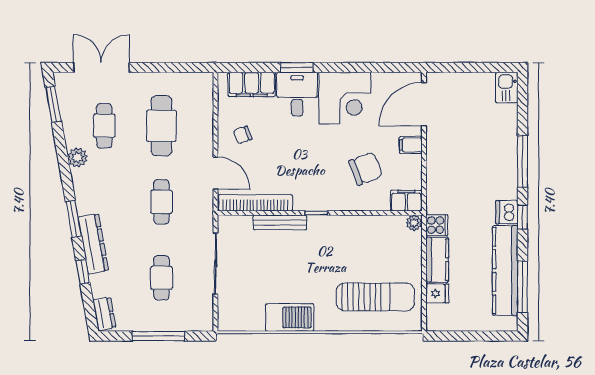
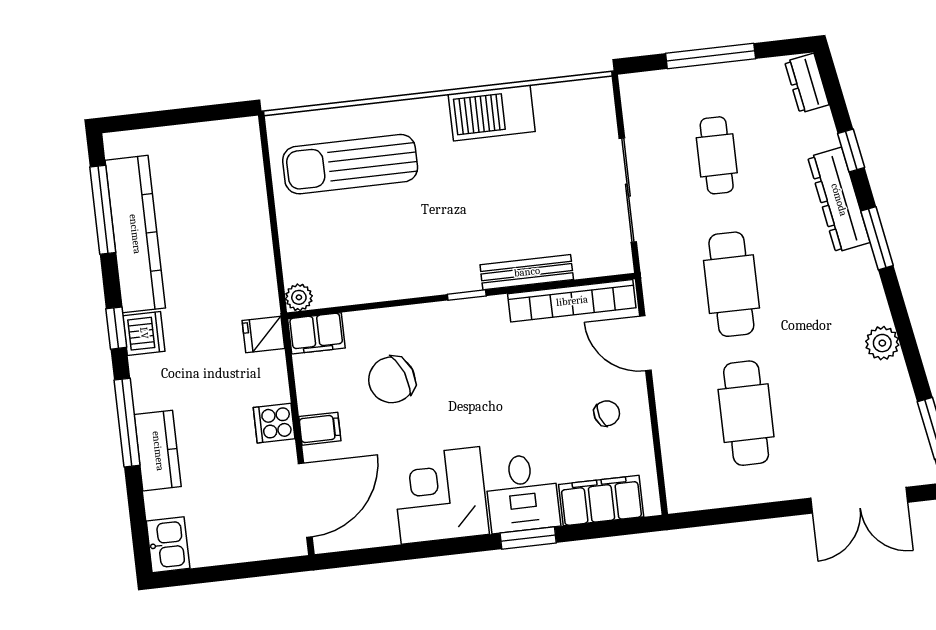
cafe table: (104, 126) -> (843, 402), removed
cafe table: (161, 202) -> (731, 284), width x1.37, depth x1.35
cooker: (437, 225) -> (274, 423), moved
kitchen counter: (437, 260) -> (158, 451), moved, turned 180
fridge: (437, 293) -> (263, 335), moved

